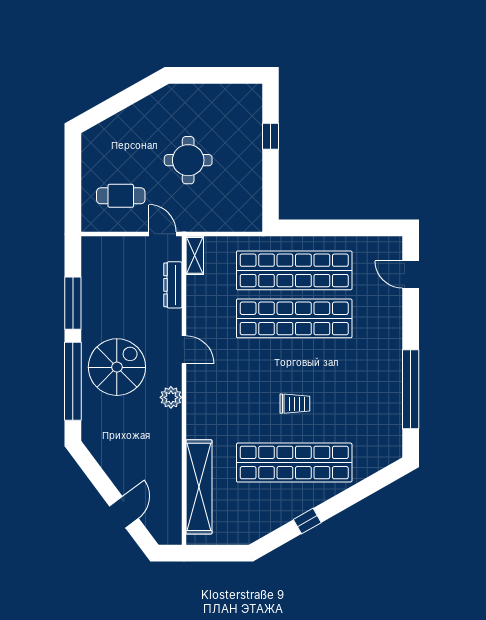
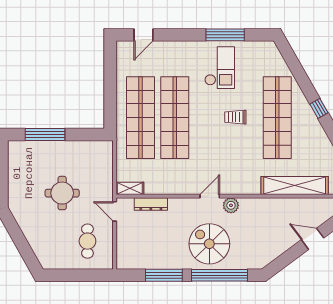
window: (270, 136) -> (45, 135), width x2.17
door: (162, 234) -> (115, 211), hinge flipped
door: (184, 350) -> (210, 196), moved
checkout: (365, 382) -> (220, 68), added
window: (411, 389) -> (225, 35), width x0.68
trolley: (295, 404) -> (235, 117), turned -90

